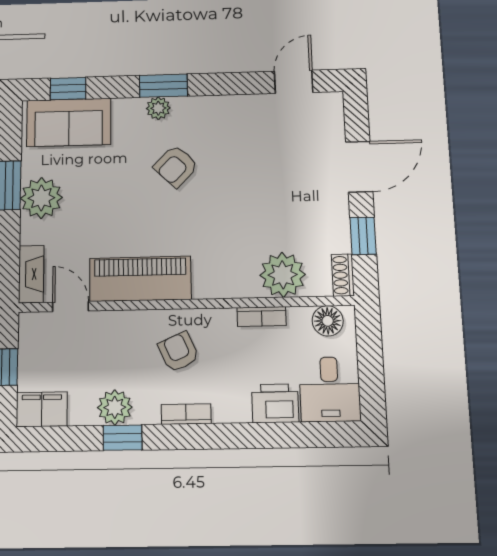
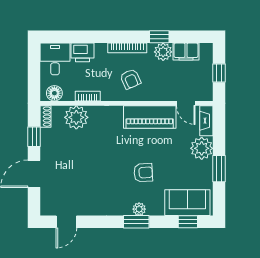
armchair: (176, 166) -> (143, 173), moved, turned 43
plant: (41, 198) -> (202, 148), moved
filing cabinet: (42, 409) -> (186, 51), moved
bookcase: (186, 414) -> (127, 48), width x1.56

